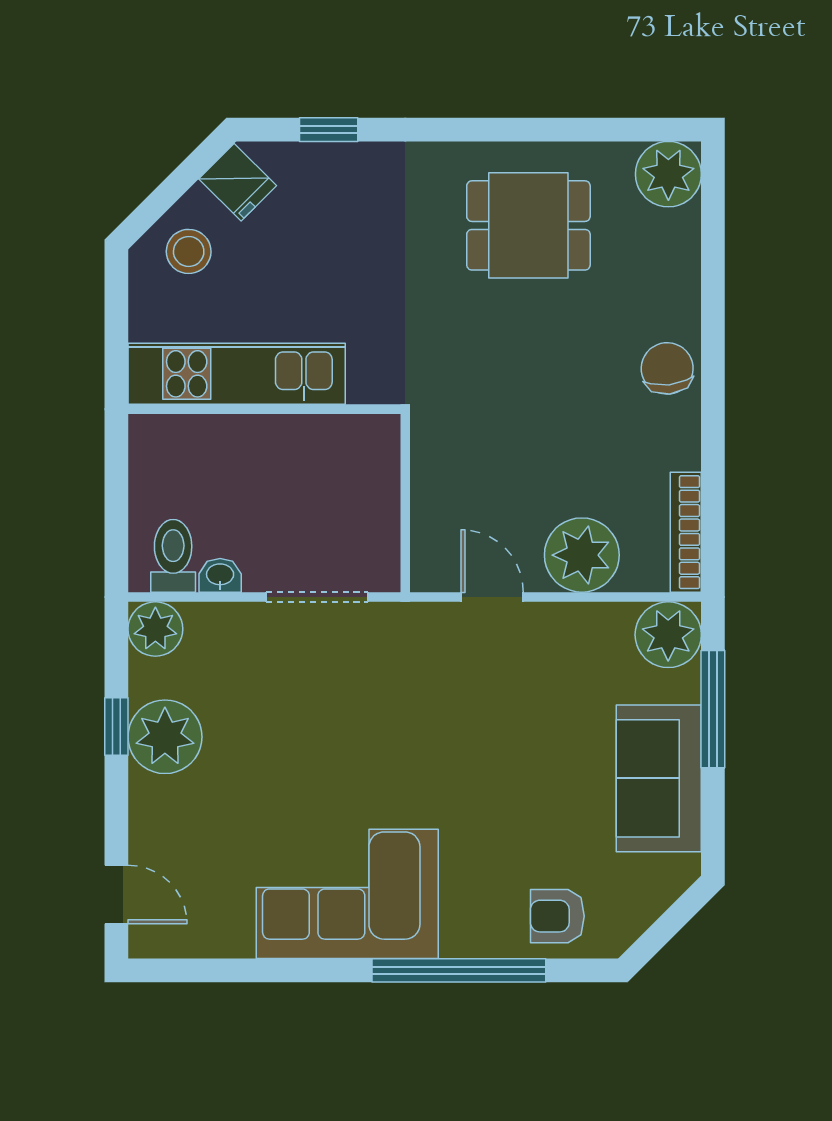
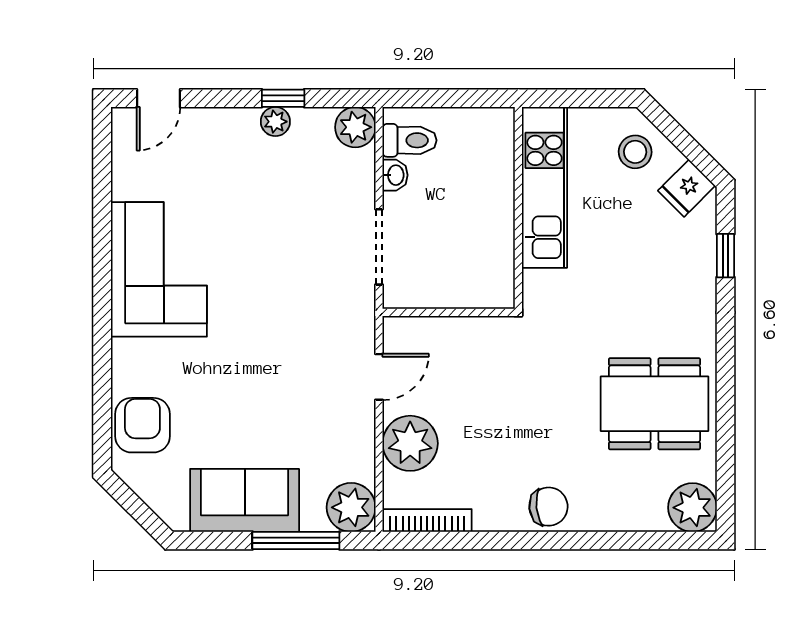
dining table: (528, 225) -> (654, 404), width x1.38
plant: (165, 737) -> (275, 122), width x0.53, depth x0.53
armchair: (557, 916) -> (142, 425), width x1.38, depth x1.38
window: (459, 970) -> (102, 352), removed

